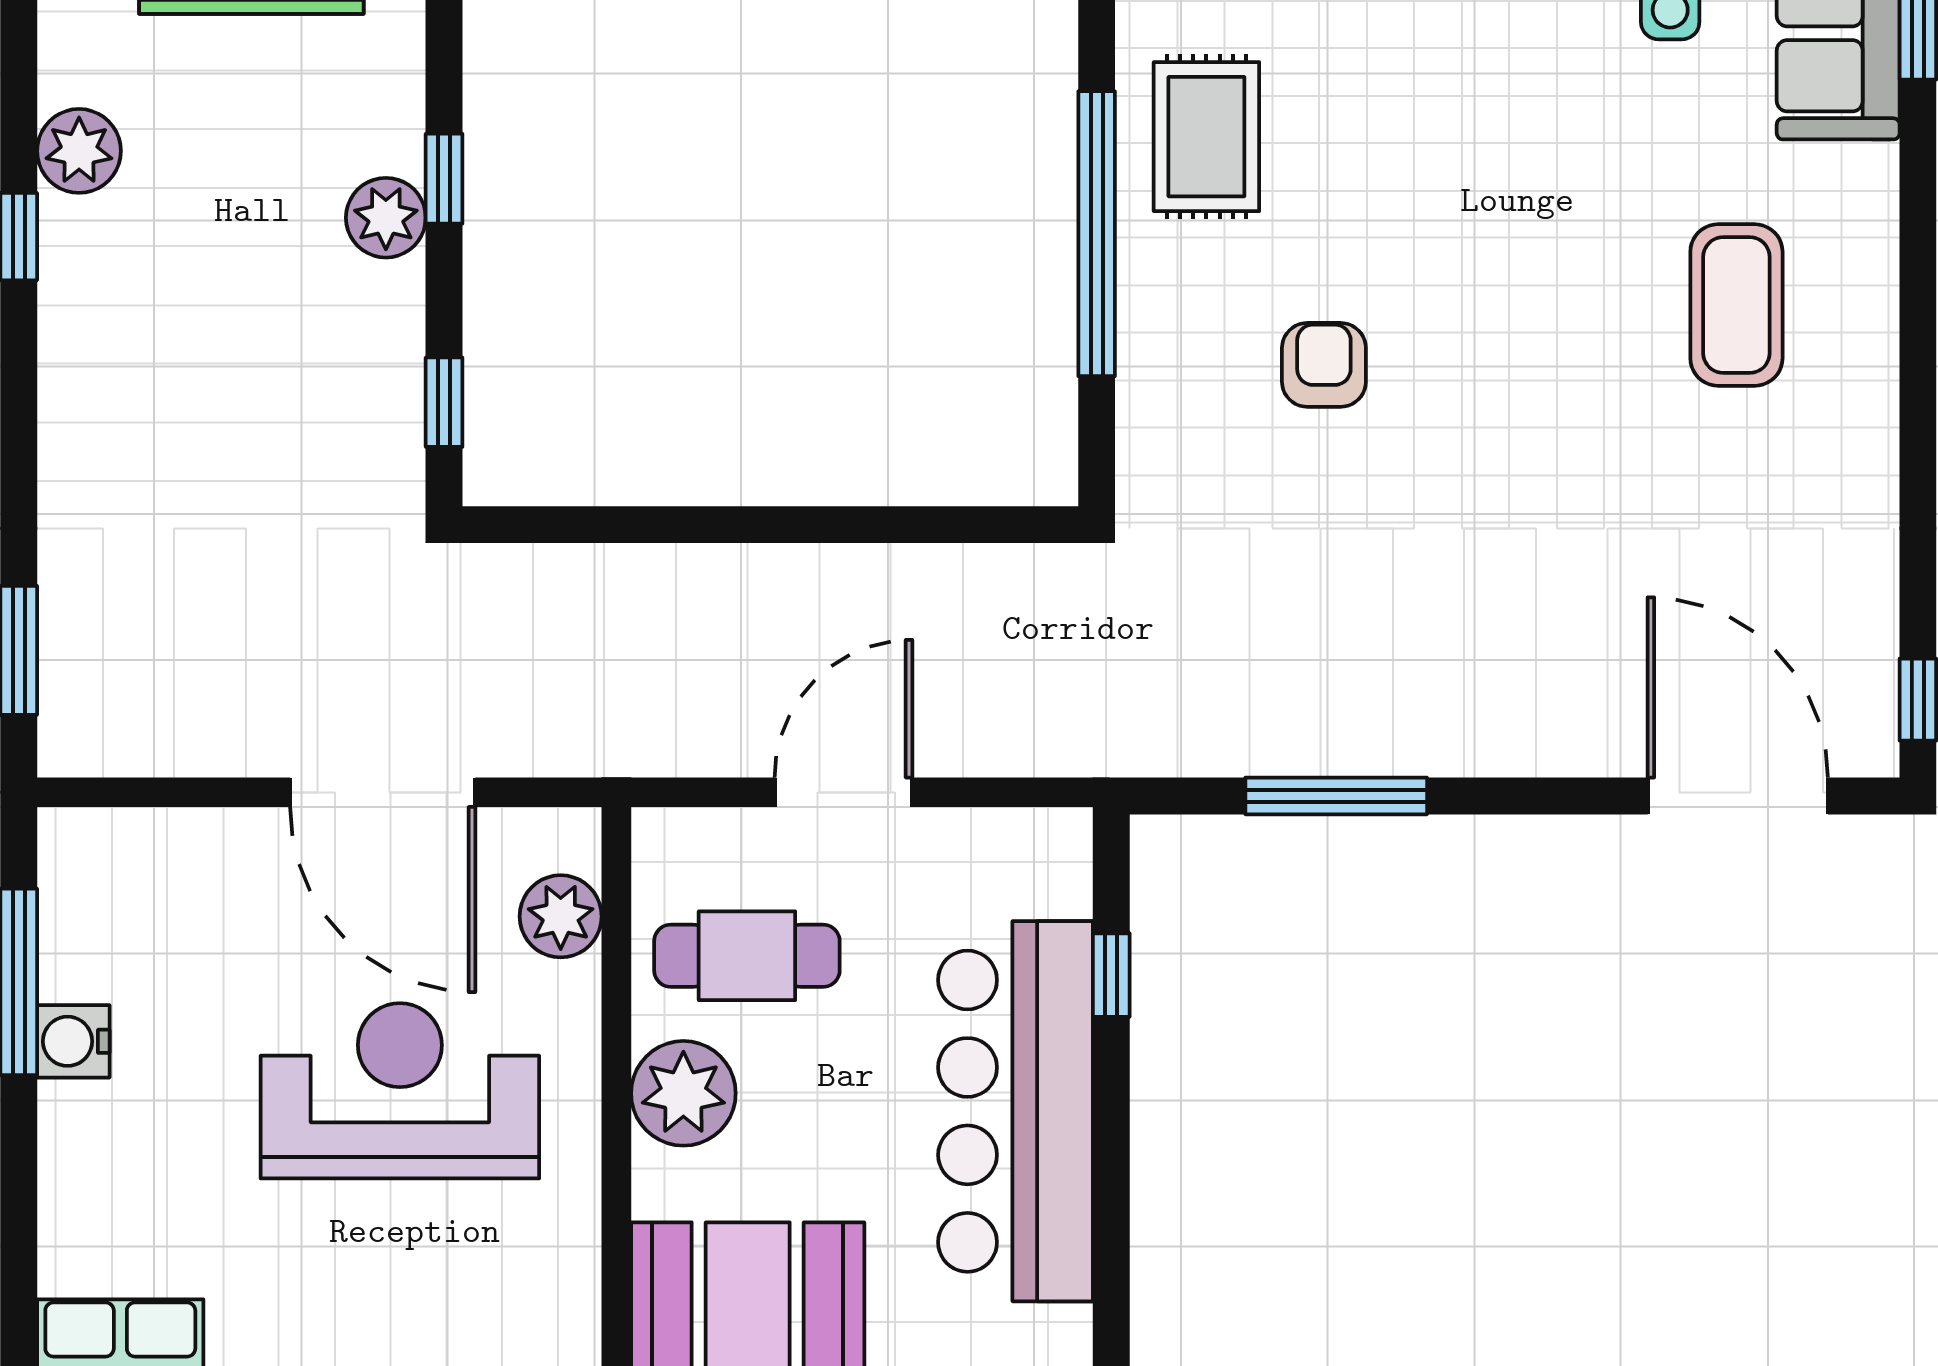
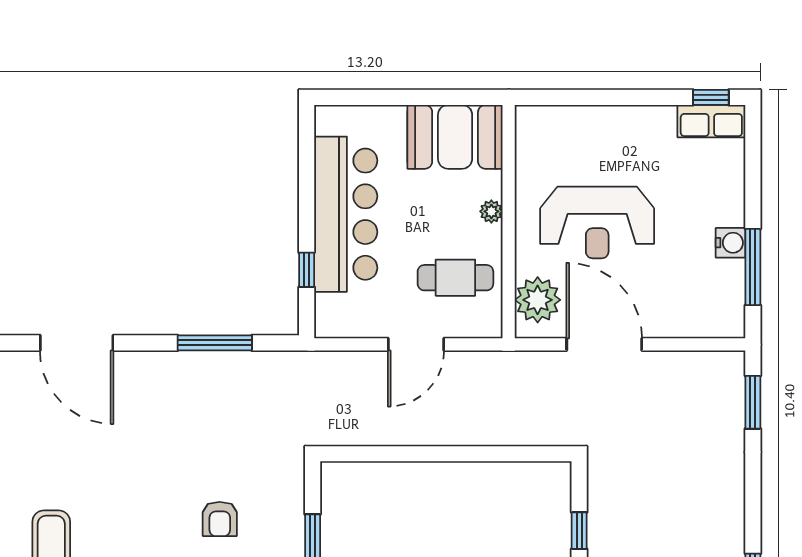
window: (444, 402) -> (579, 531), moved
door: (1738, 796) -> (77, 343), moved
plant: (561, 916) -> (538, 300), width x1.36, depth x1.36
plant: (683, 1093) -> (491, 211), width x0.53, depth x0.53

